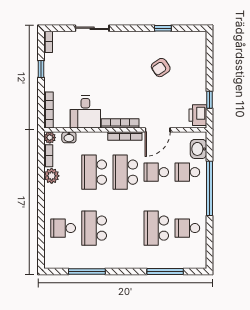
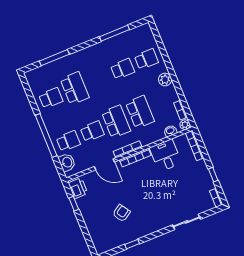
door: (158, 130) -> (104, 164), swing flipped
plant: (52, 176) -> (165, 80), moved
school desk: (94, 228) -> (122, 69), width x0.54

